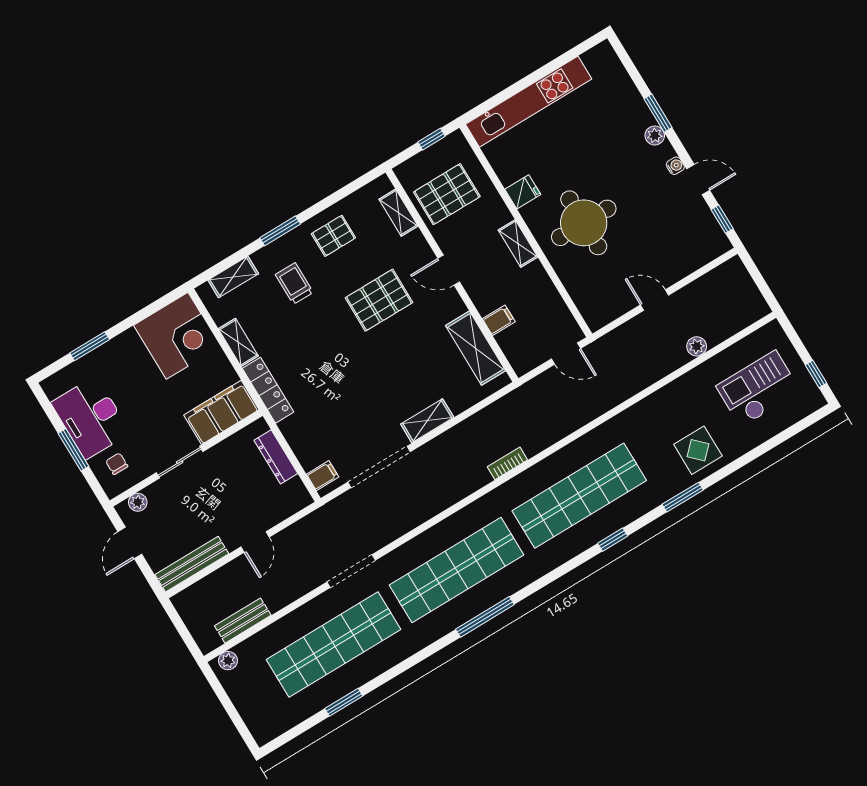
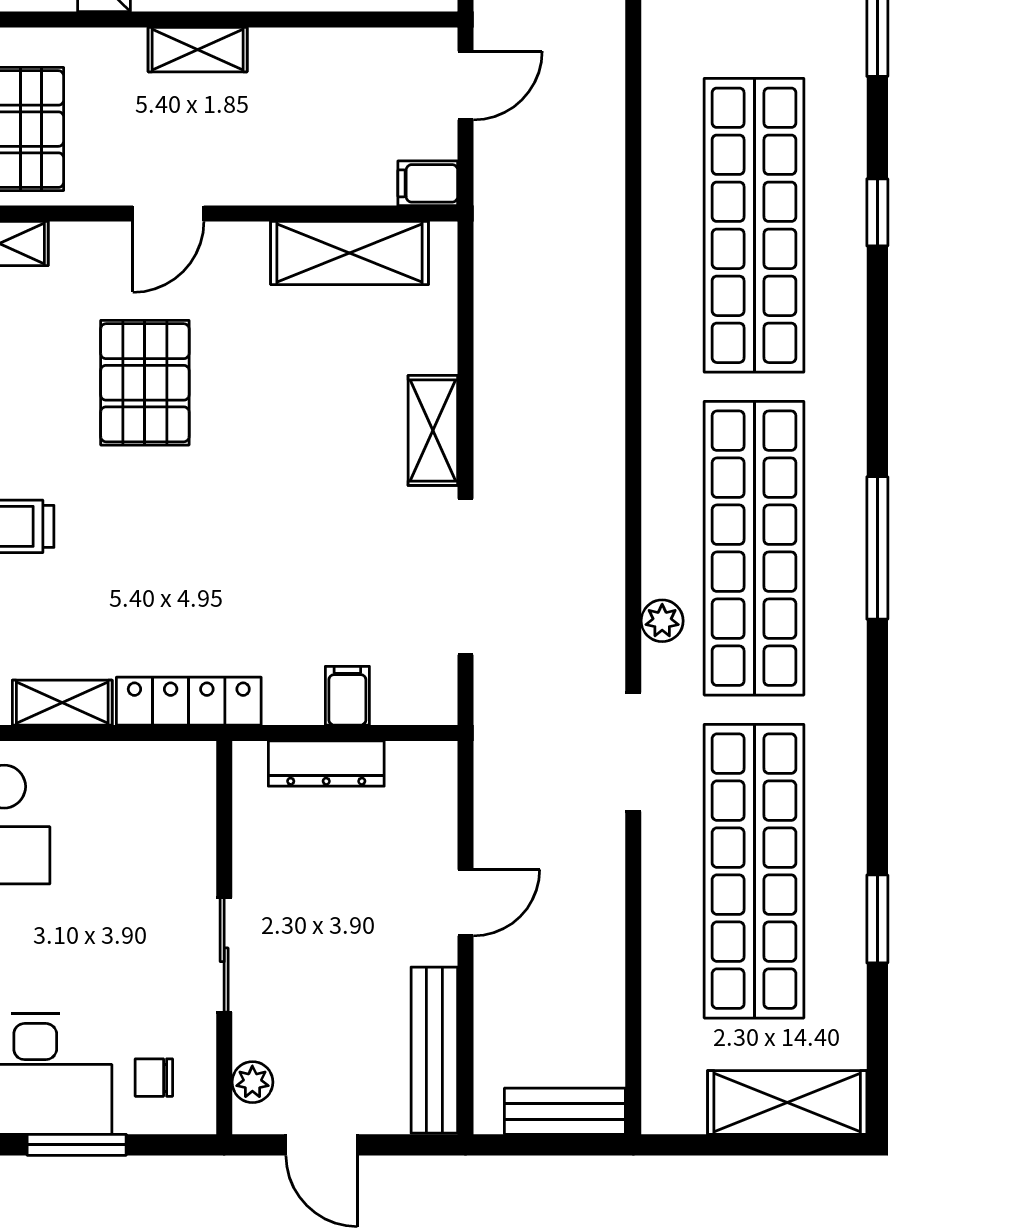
filing cabinet: (499, 320) -> (428, 183), moved, turned -90
filing cabinet: (221, 412) -> (177, 816), removed
bookcase: (507, 463) -> (608, 326), removed
filing cabinet: (323, 476) -> (347, 696), moved
door: (255, 542) -> (465, 903), hinge flipped
bench: (243, 621) -> (565, 1111), moved, turned 90
plant: (228, 661) -> (662, 621), moved
shelving: (253, 710) -> (787, 1102), added

